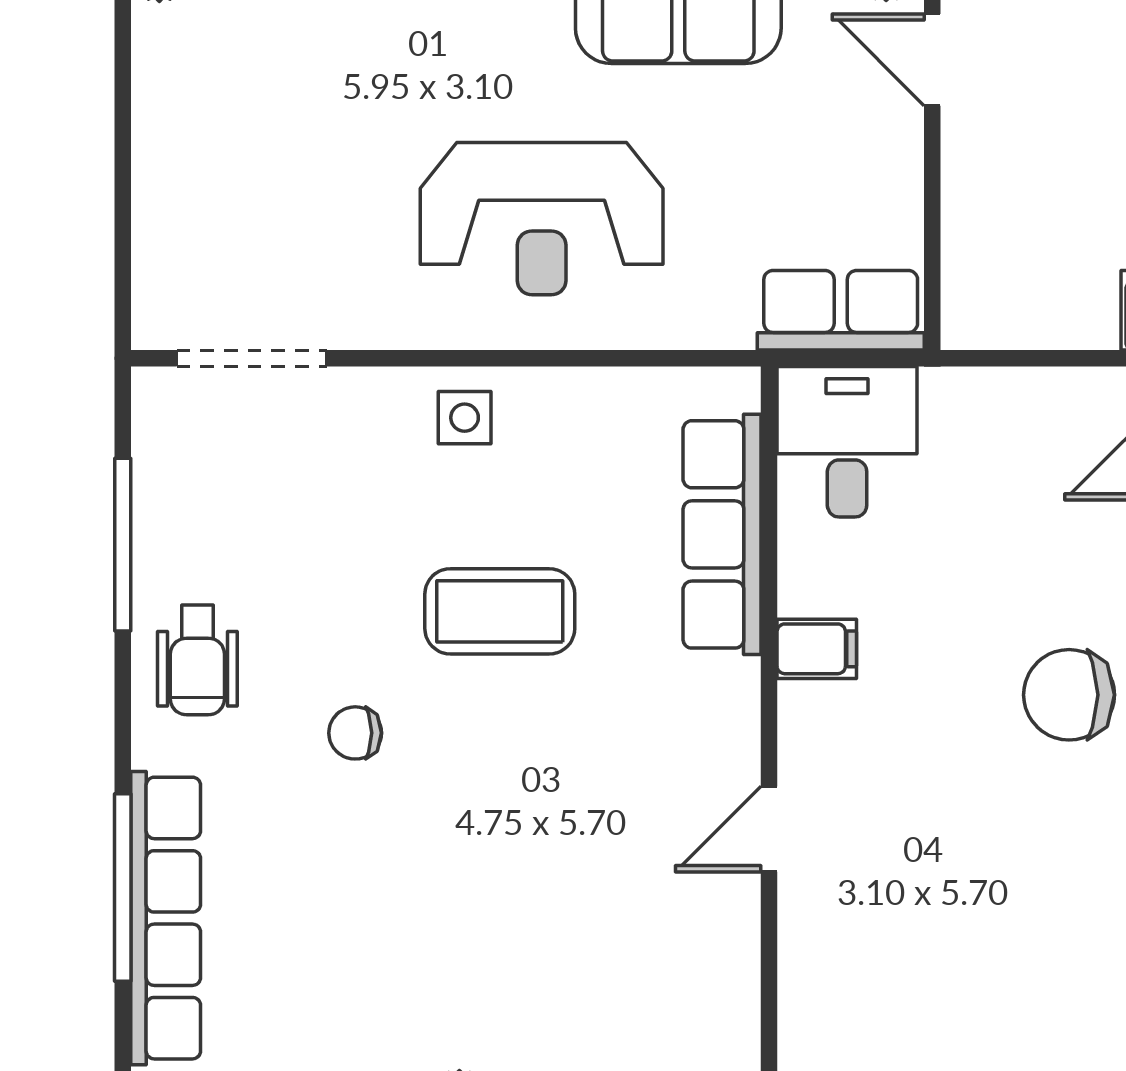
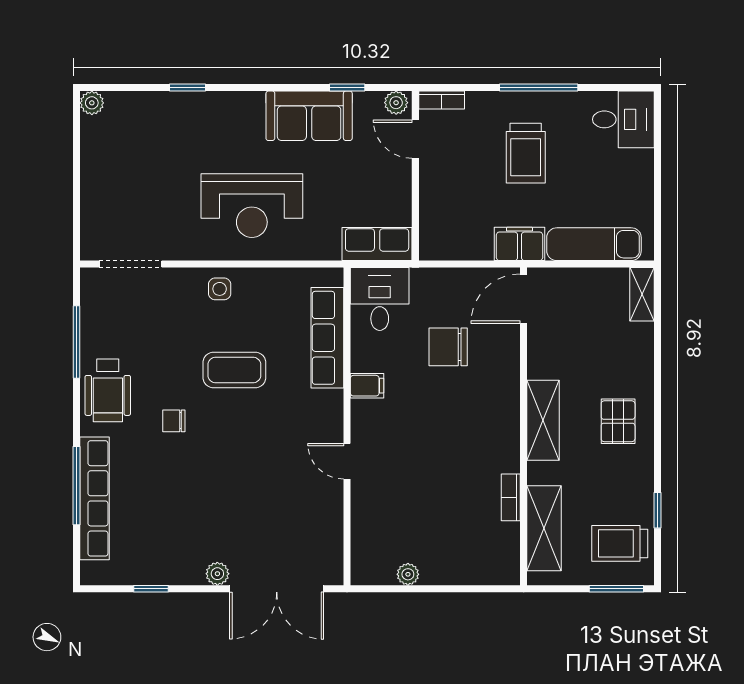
wheelchair: (197, 660) -> (108, 390), width x1.36, depth x1.37
chair: (1069, 695) -> (448, 347), moved
door: (769, 829) -> (347, 461), hinge flipped

